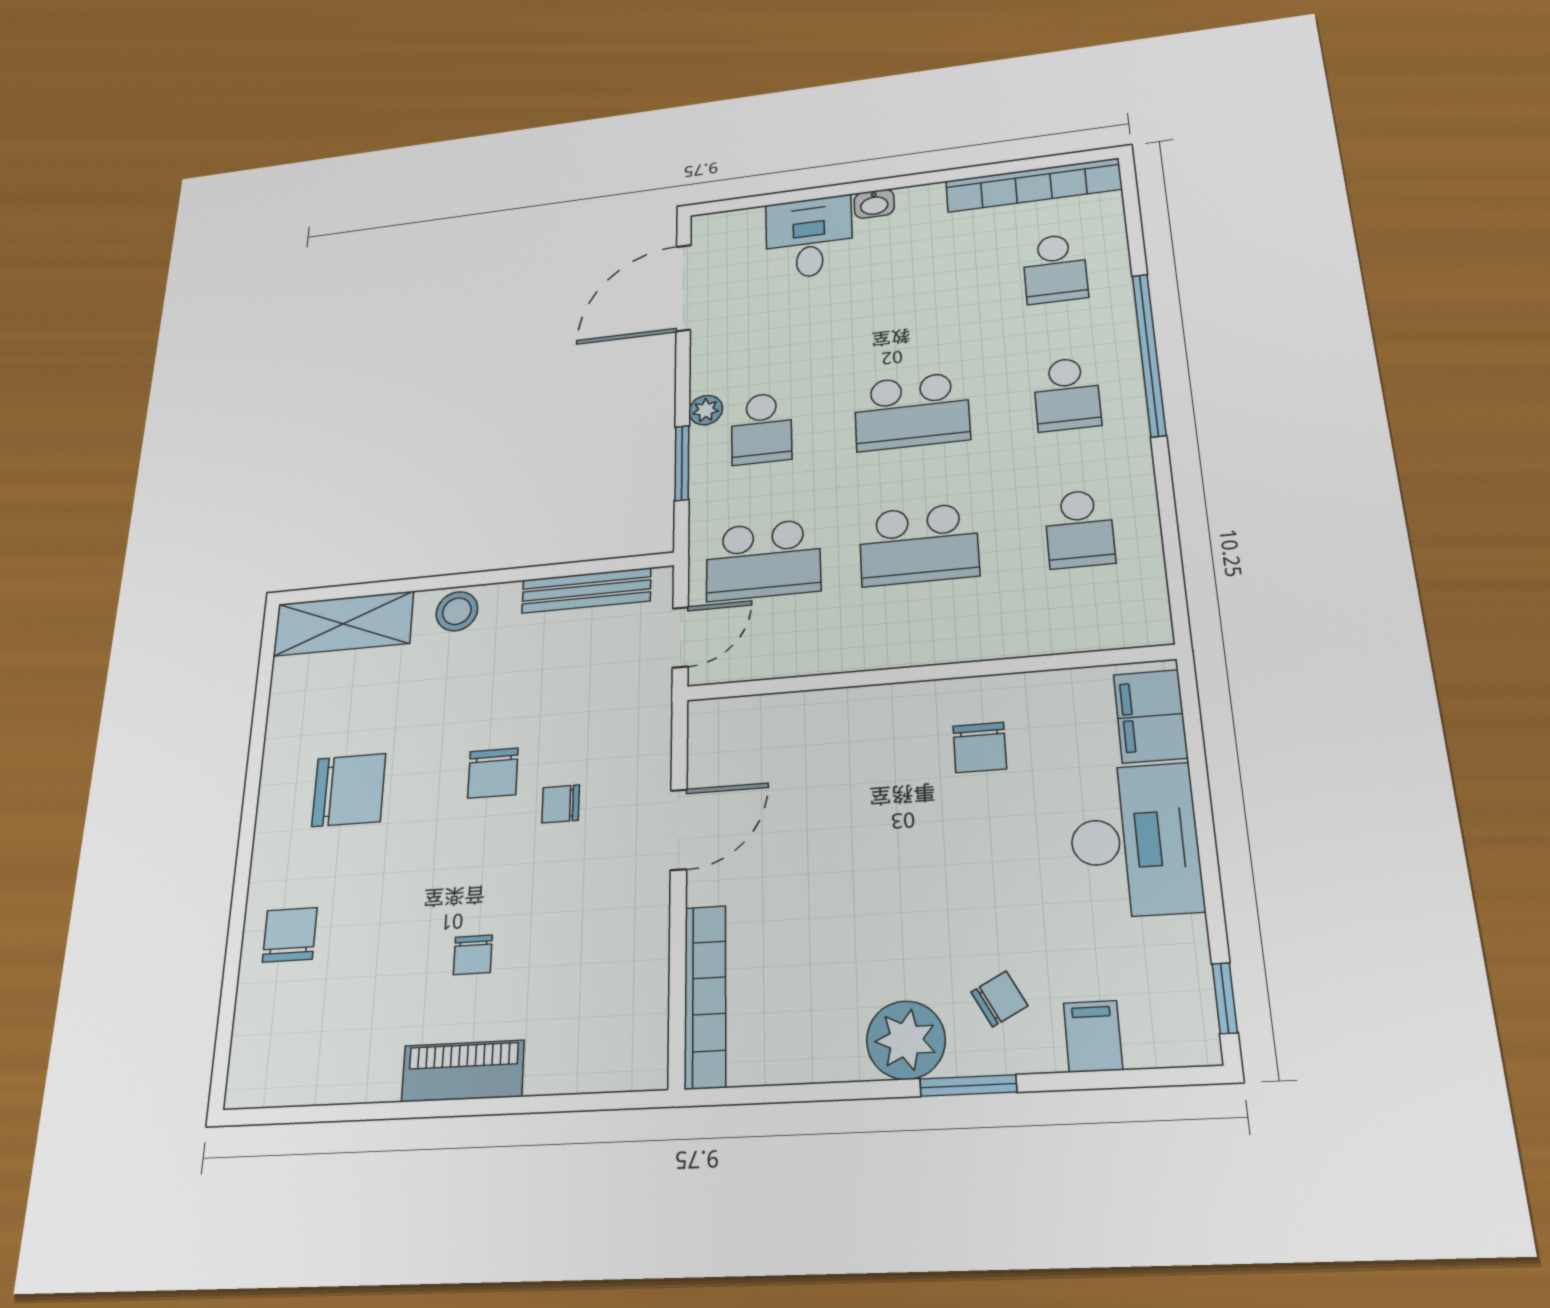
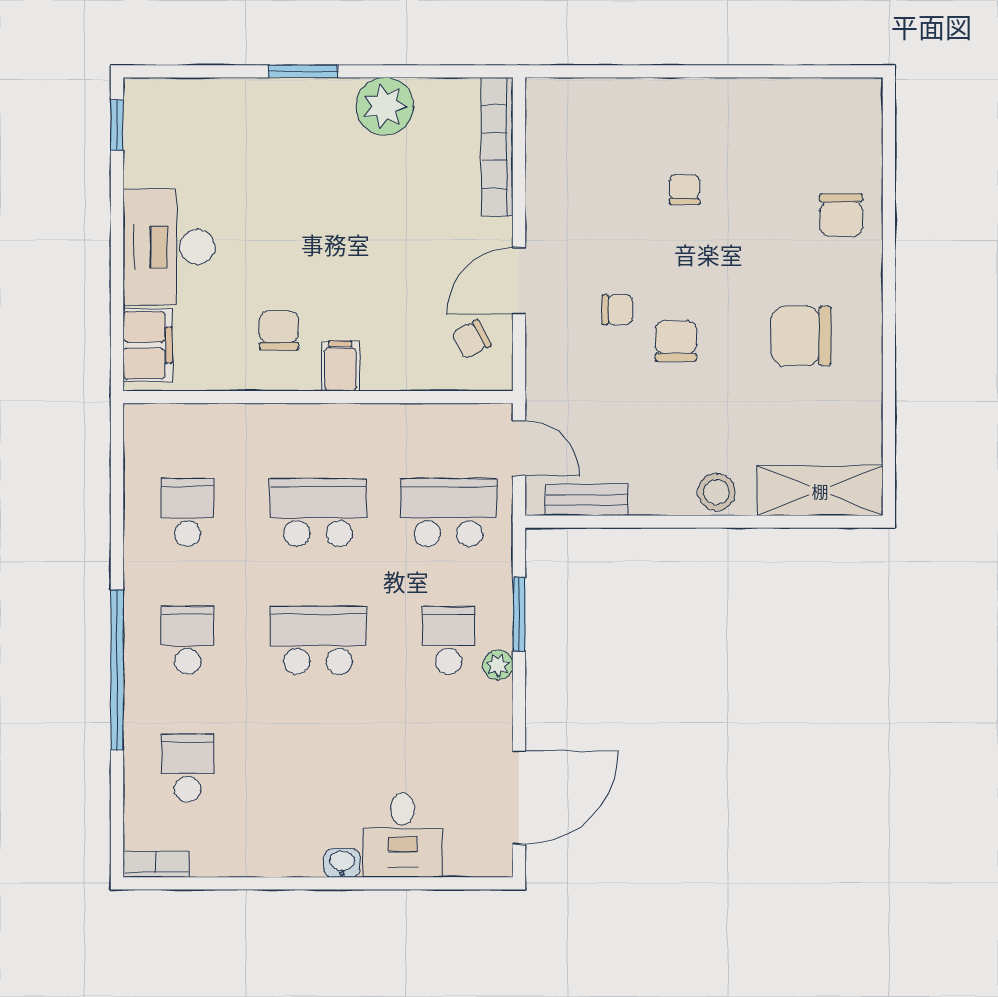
bookcase: (1033, 185) -> (156, 864), width x0.43, depth x0.76
bench: (586, 590) -> (587, 500), width x0.73
door: (680, 637) -> (519, 448), swing flipped
chair: (999, 999) -> (471, 339), moved
filing cabinet: (1093, 1036) -> (340, 366), moved, turned 180
plant: (906, 1040) -> (385, 106), moved
piano: (463, 1071) -> (687, 99), removed

